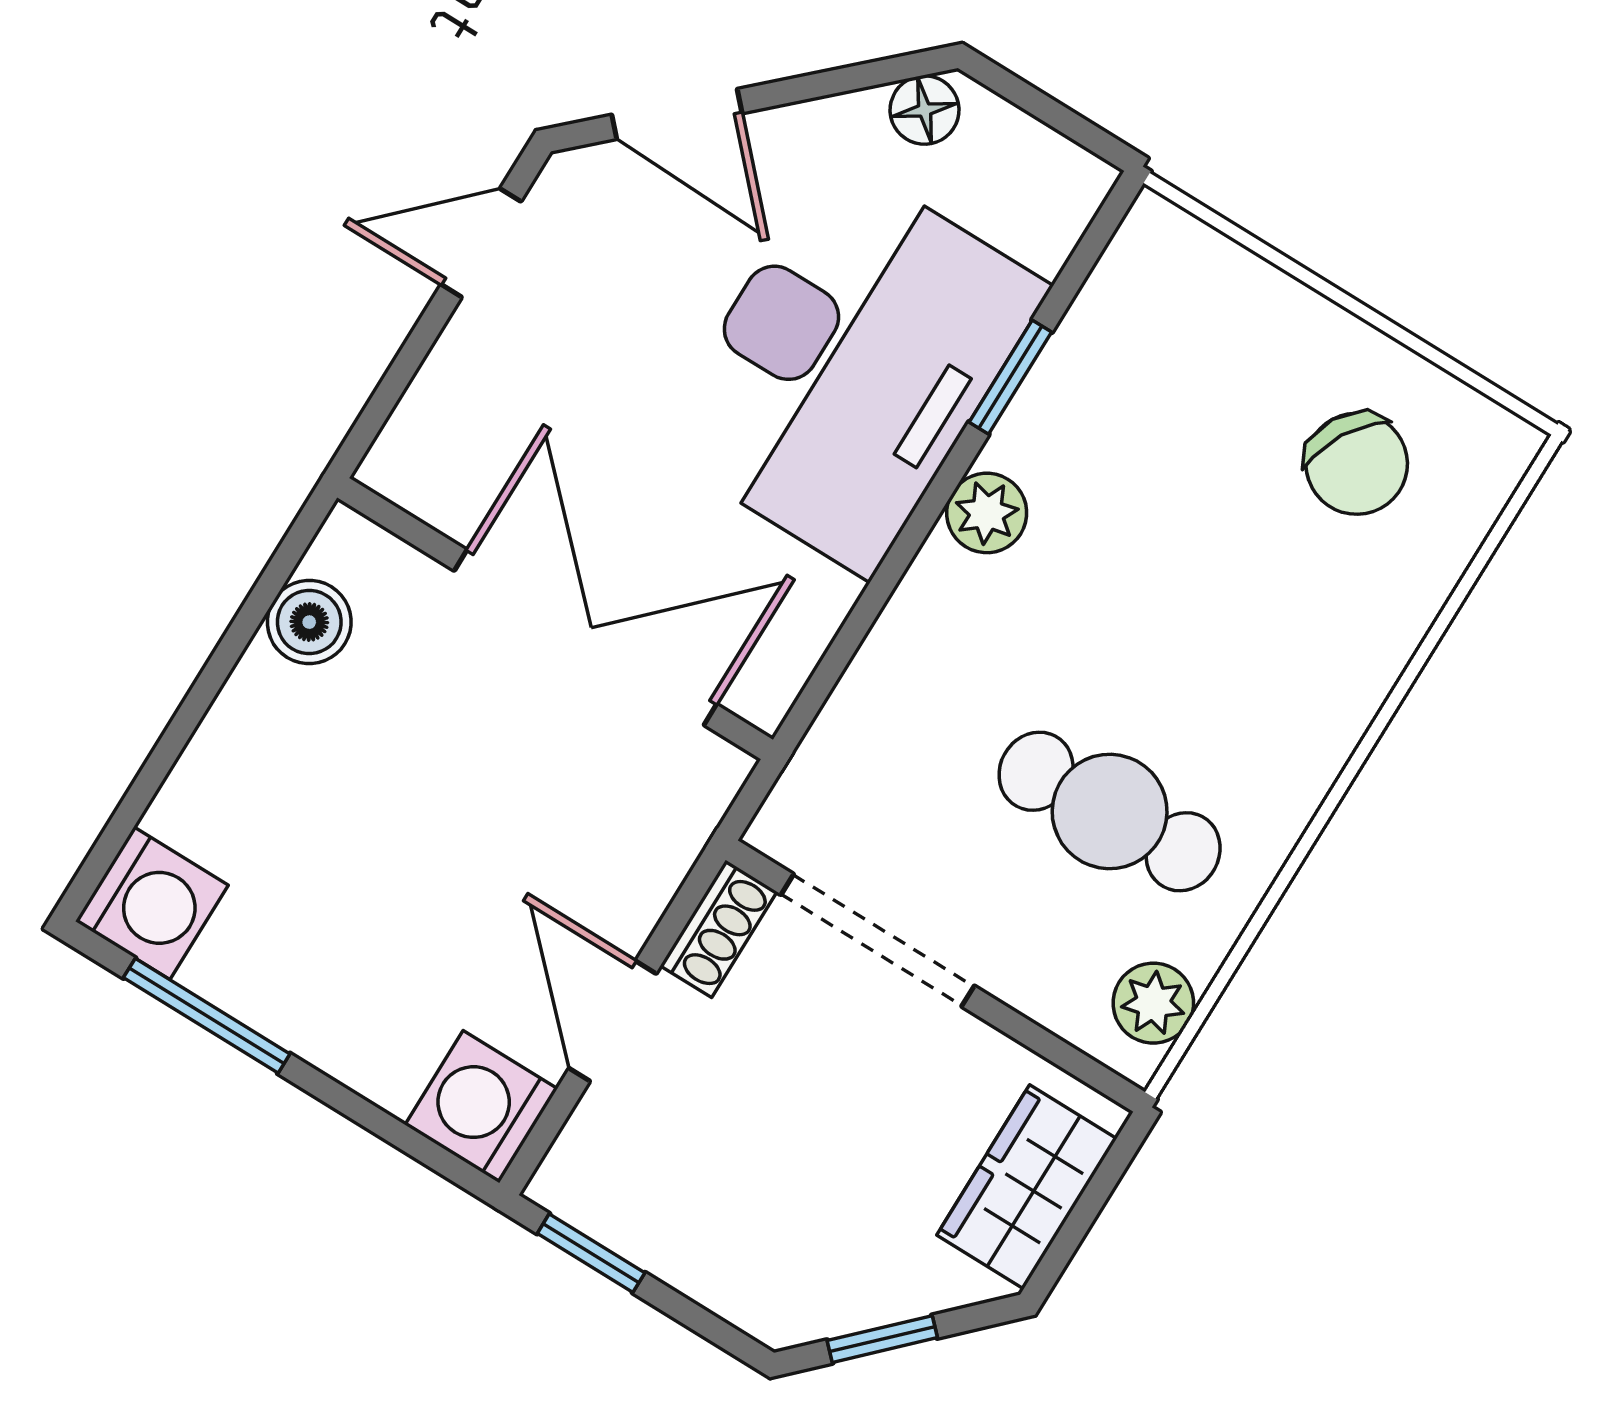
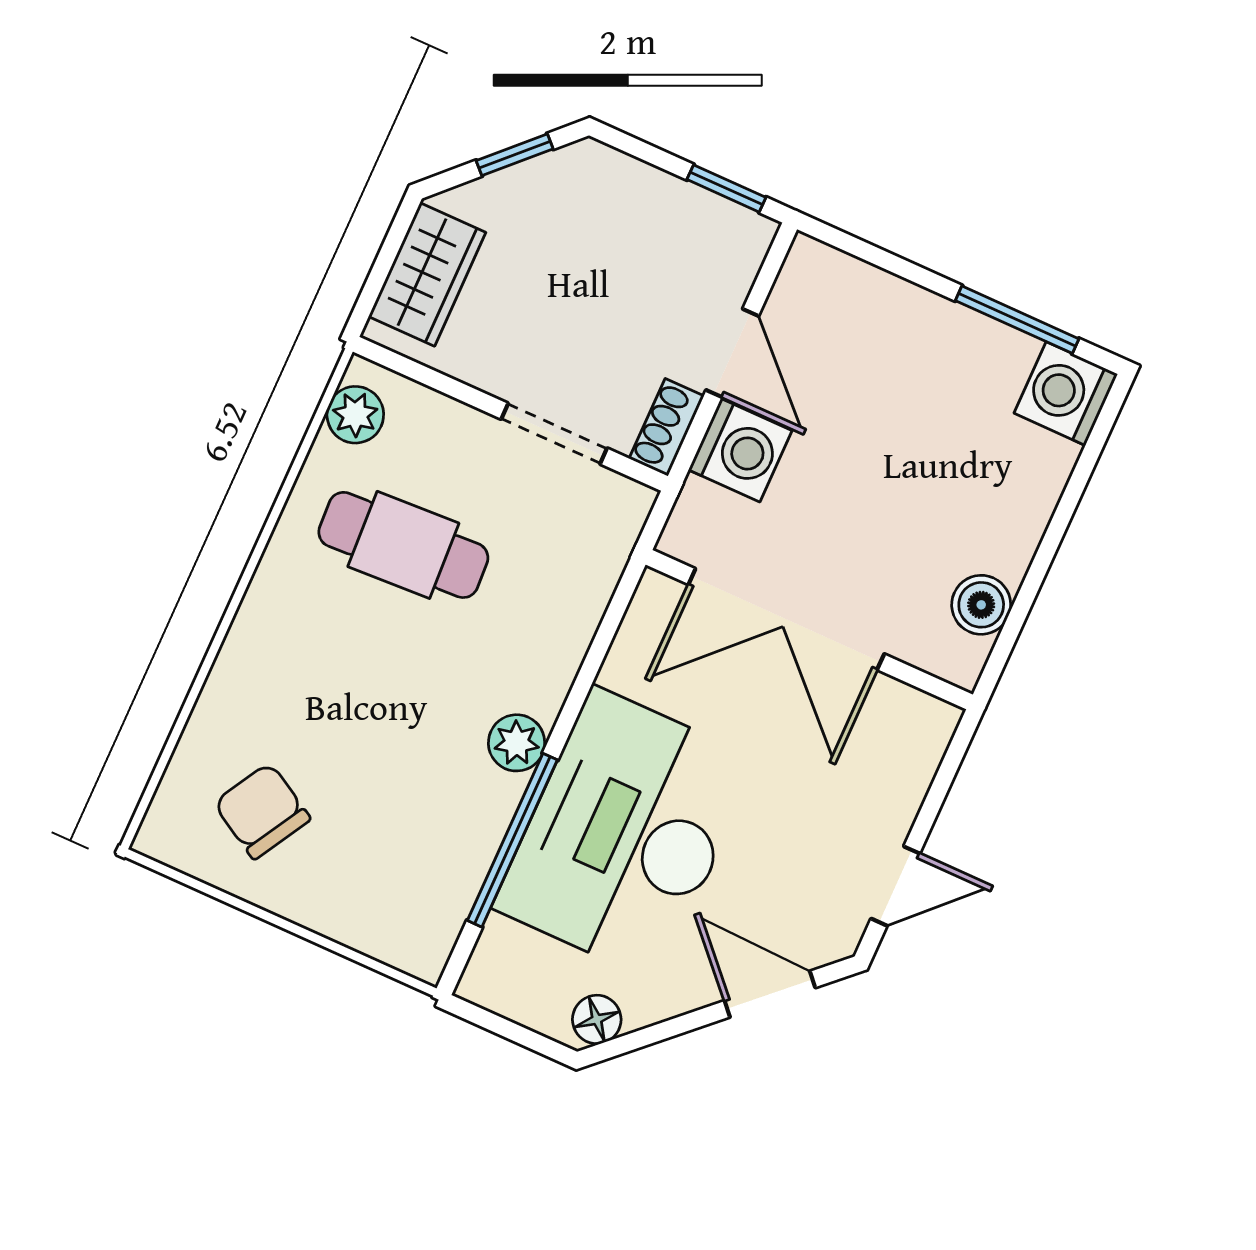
window: (1010, 377) -> (512, 840), width x2.17
doorway: (878, 940) -> (554, 434), width x0.73
washing machine: (481, 1107) -> (740, 450), moved

